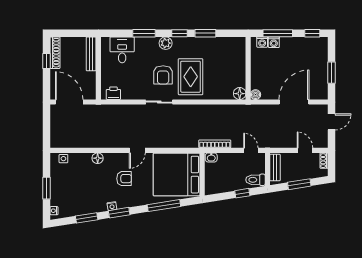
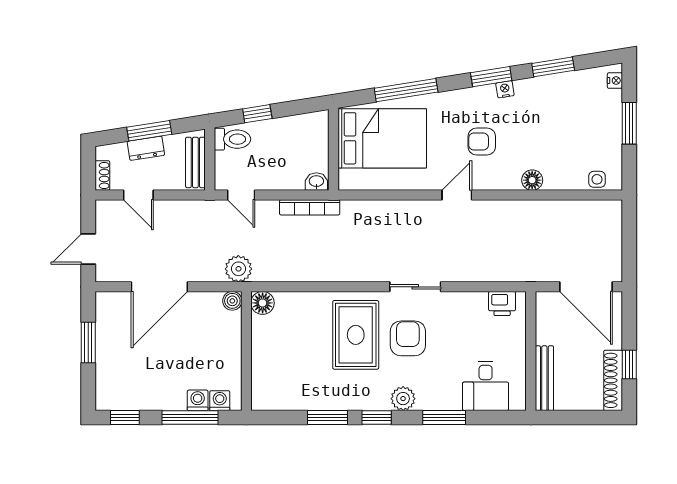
plant: (252, 111) -> (238, 269), added
bed: (177, 175) -> (382, 138), width x0.73
dresser: (301, 175) -> (146, 148), added

